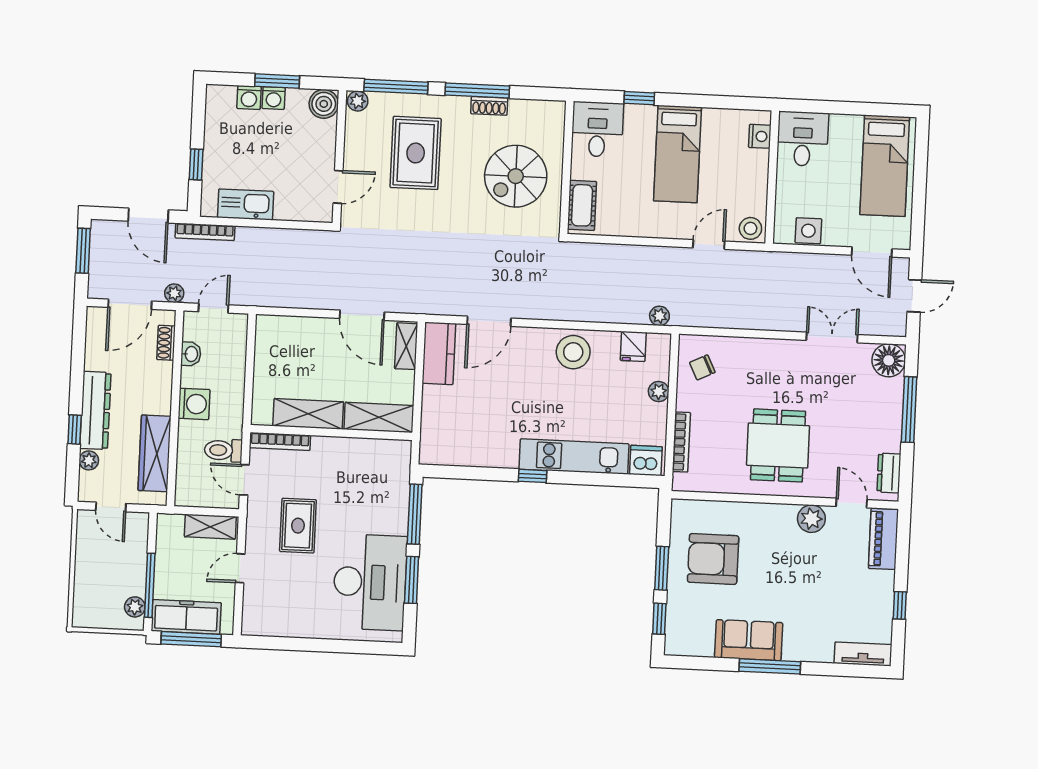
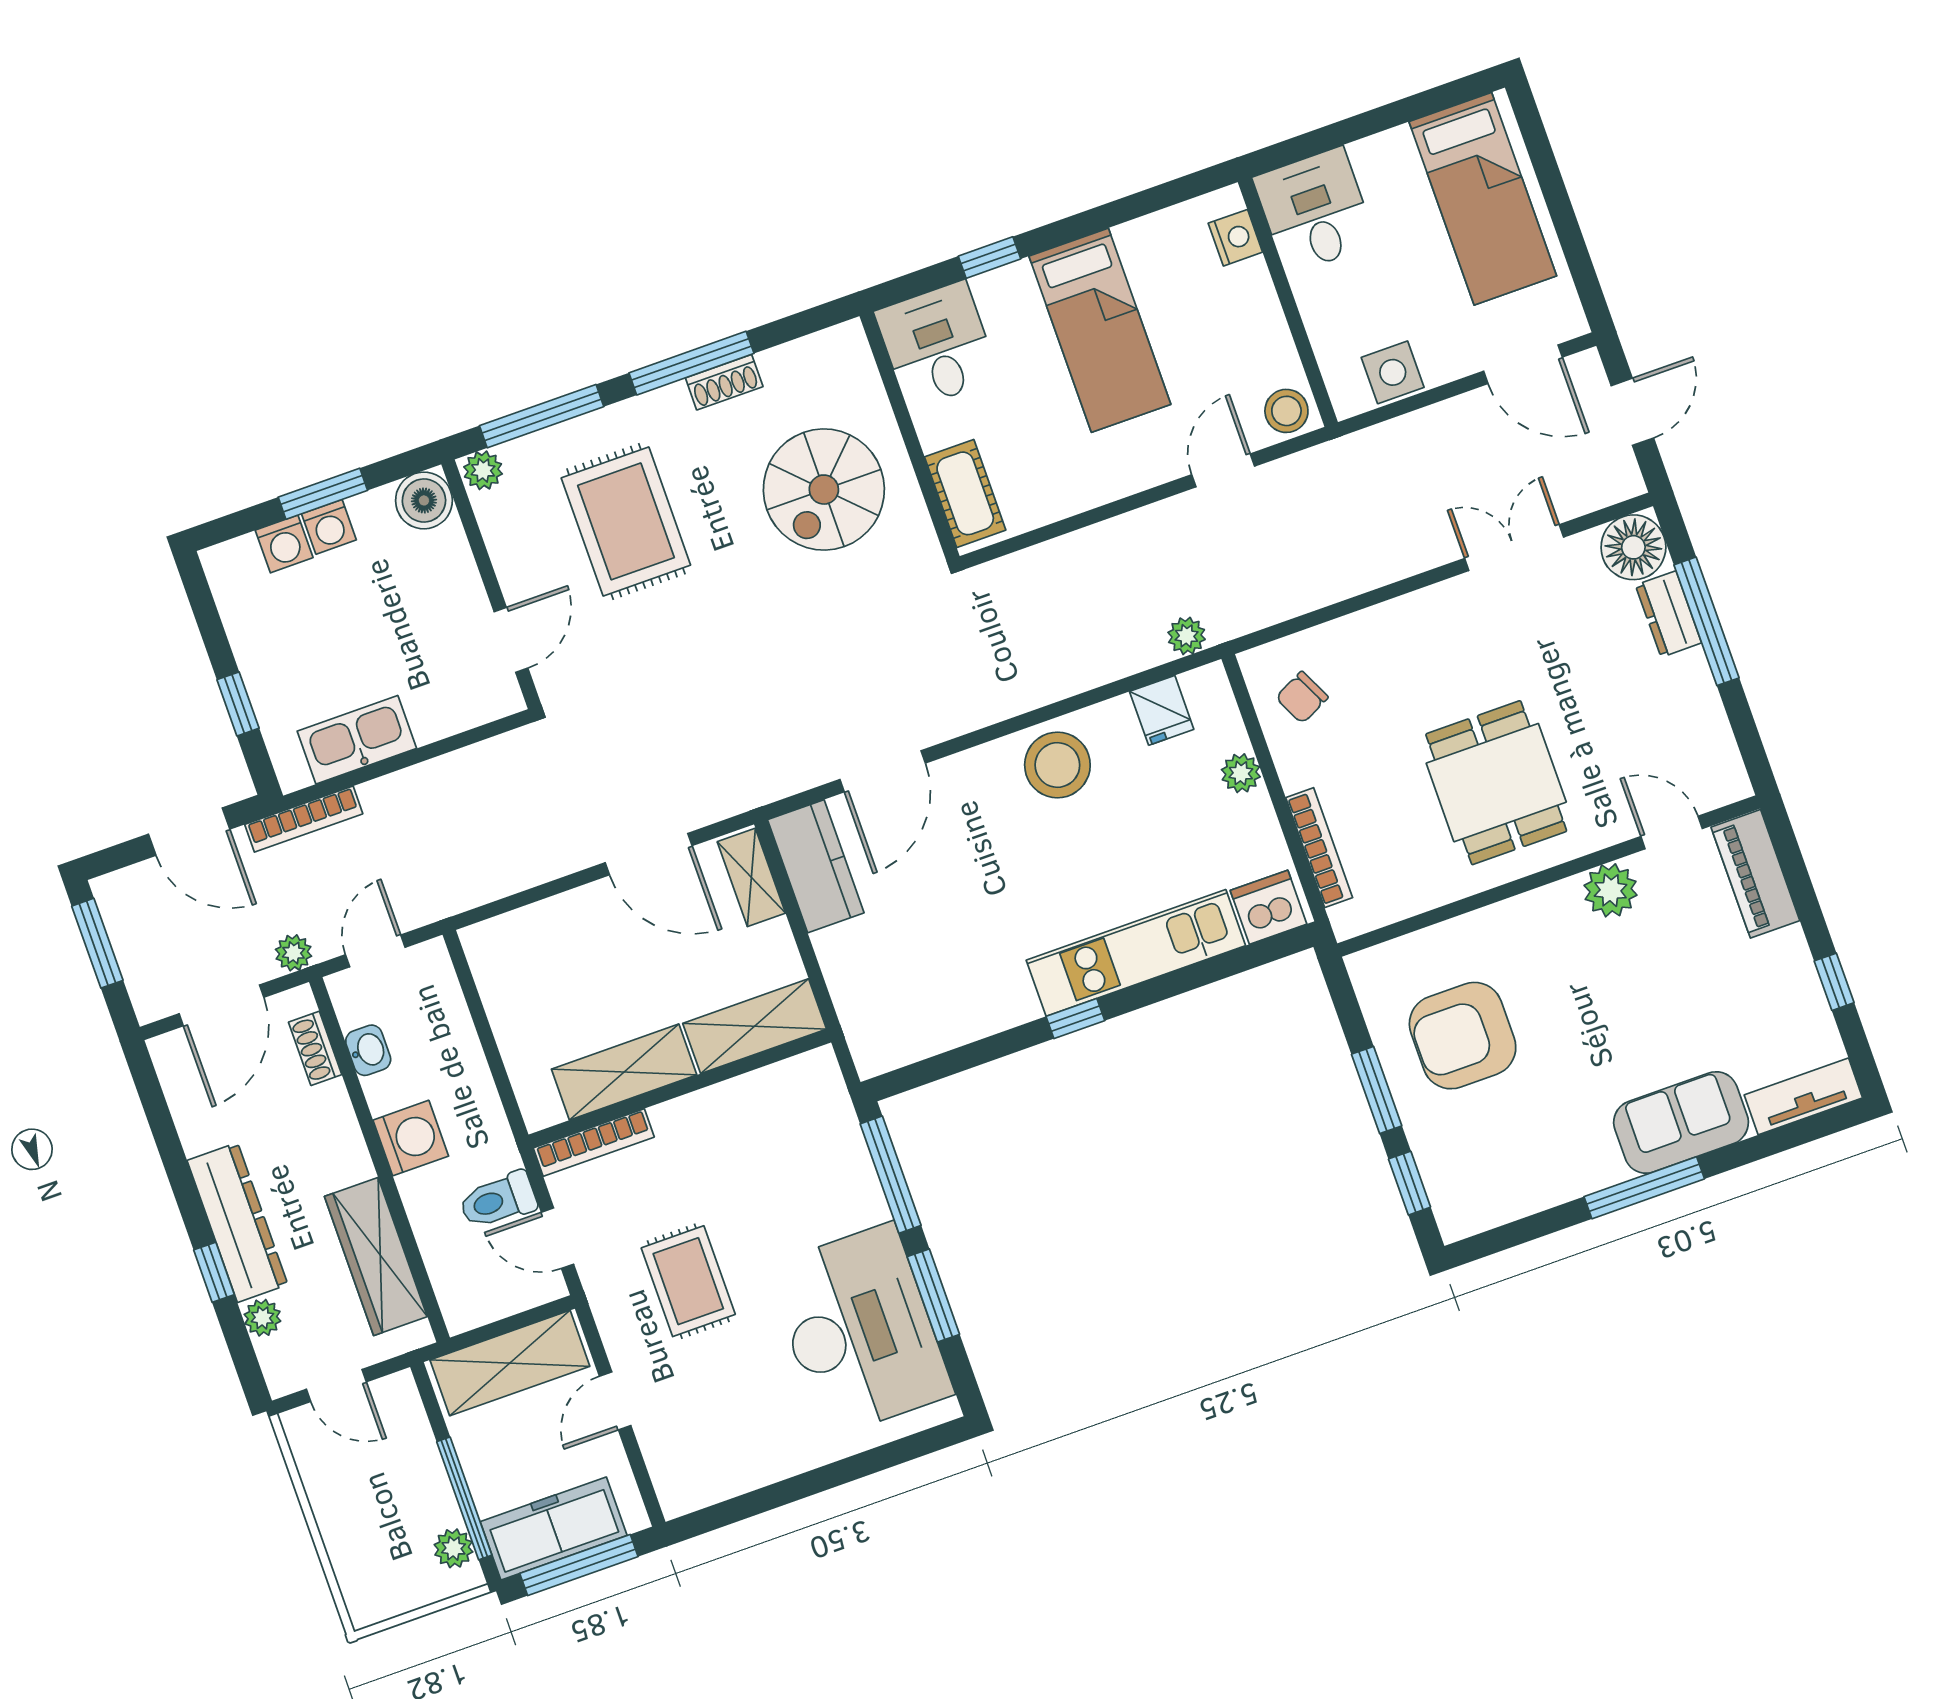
dresser: (889, 473) -> (1668, 614), moved
shelving: (210, 527) -> (510, 1363), width x1.50, depth x1.33
sofa: (749, 640) -> (1681, 1123), moved

